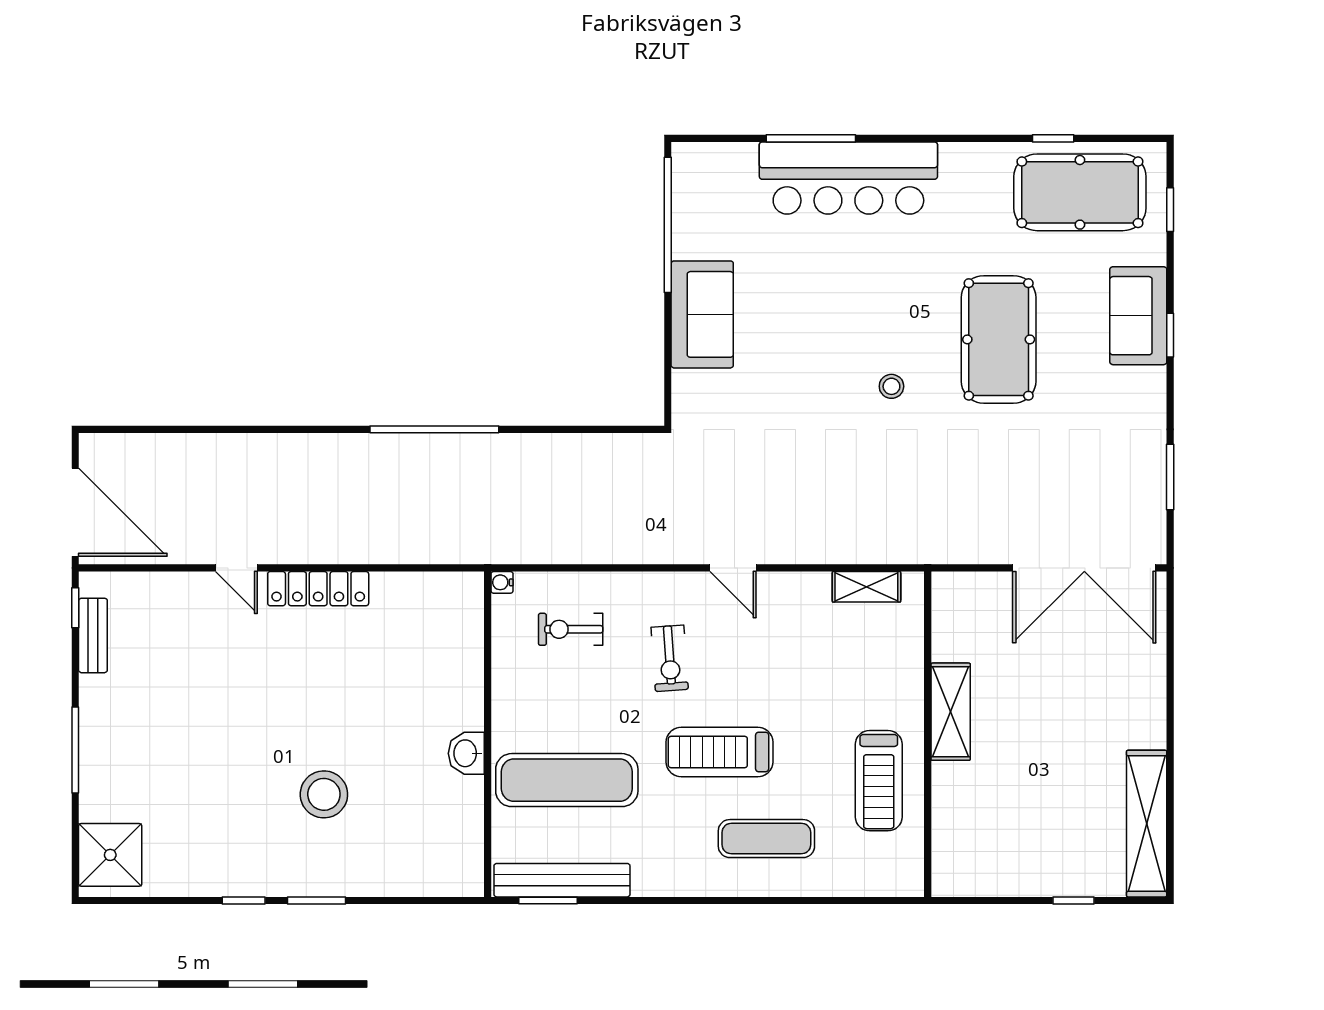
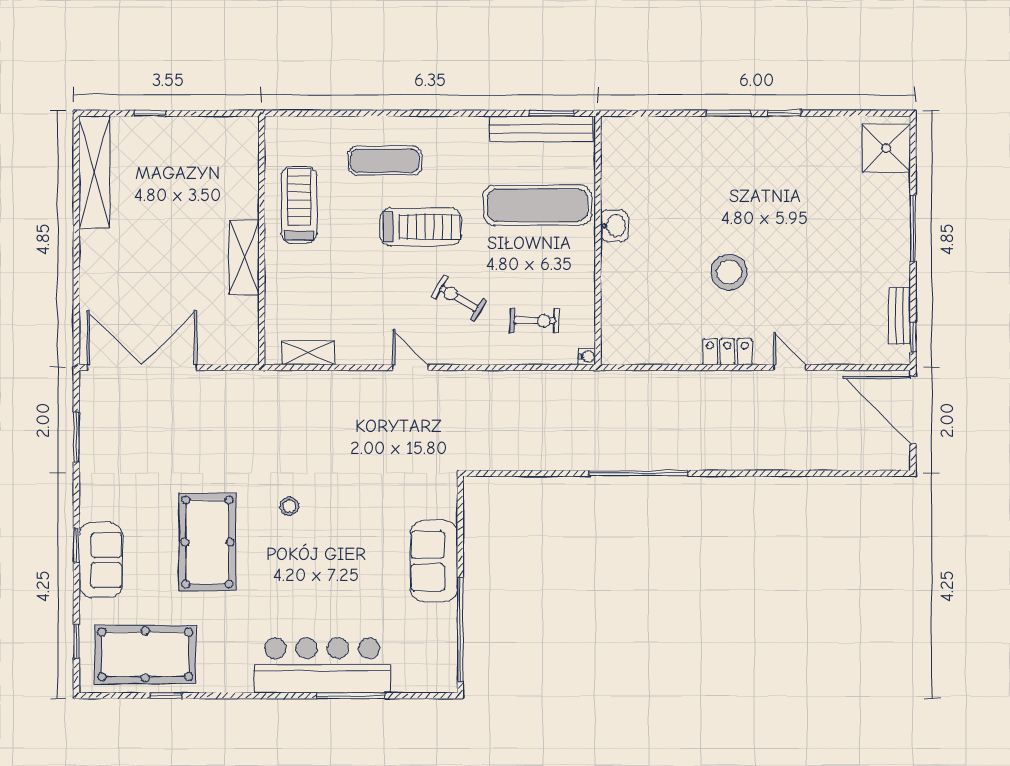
locker: (318, 589) -> (727, 352), width x0.66
exercise bike: (670, 658) -> (459, 298), turned -55
stool: (324, 794) -> (729, 272), moved

